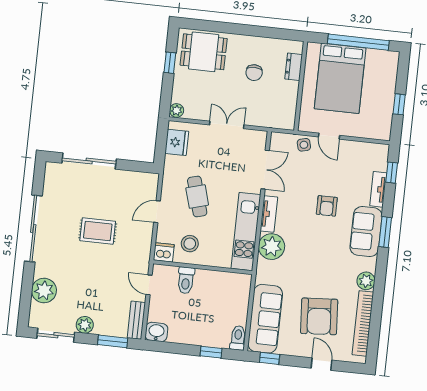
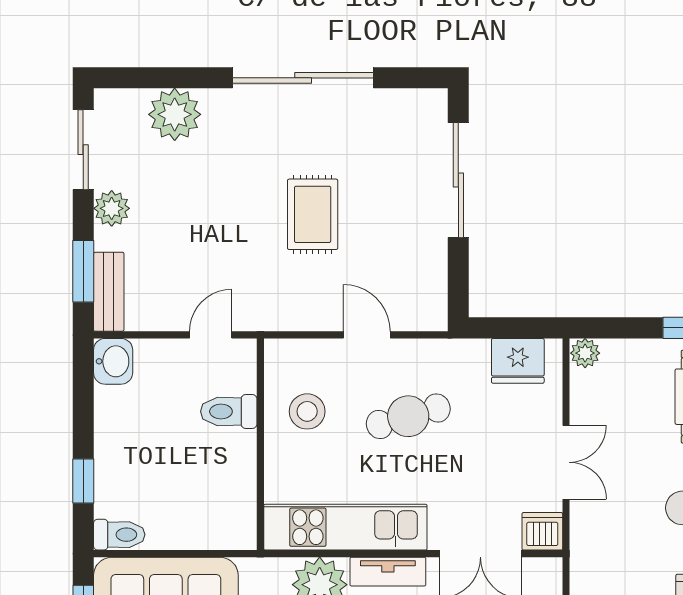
dishwasher: (164, 252) -> (542, 531), moved, turned -90
bench: (136, 320) -> (109, 292), moved, turned 90

